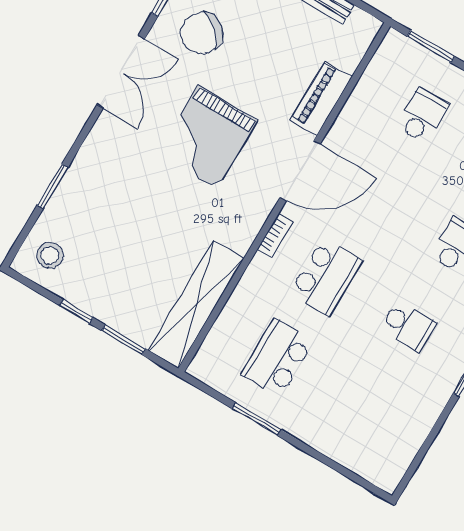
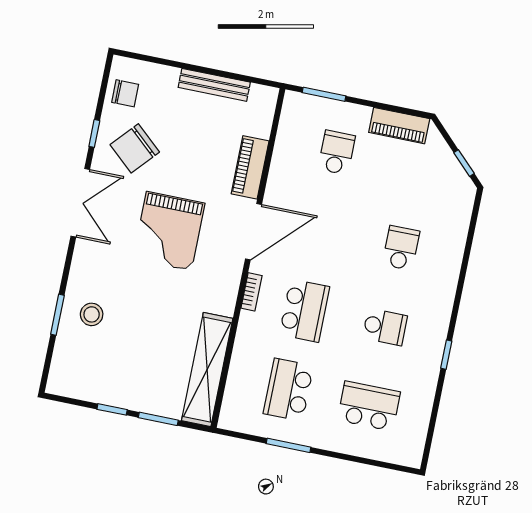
stool: (50, 255) -> (92, 314), moved
school desk: (360, 407) -> (369, 406), added

